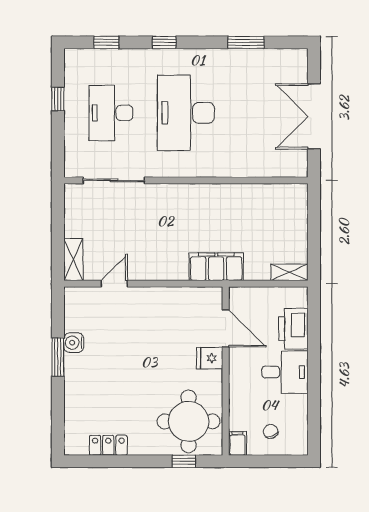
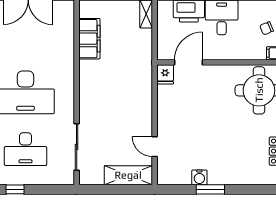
shelving: (73, 260) -> (128, 175), width x1.50, depth x1.33
filing cabinet: (216, 267) -> (89, 39), moved, turned 180
fridge: (210, 358) -> (165, 74), moved

